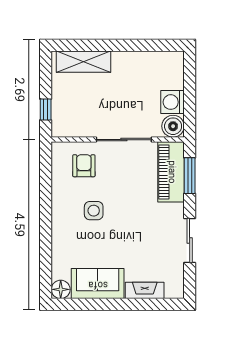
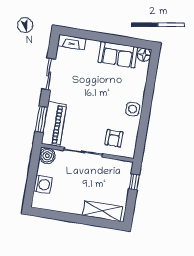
washing machine: (173, 102) -> (43, 184), moved
side table: (94, 211) -> (133, 109), moved
fireplace: (145, 290) -> (72, 42), moved

